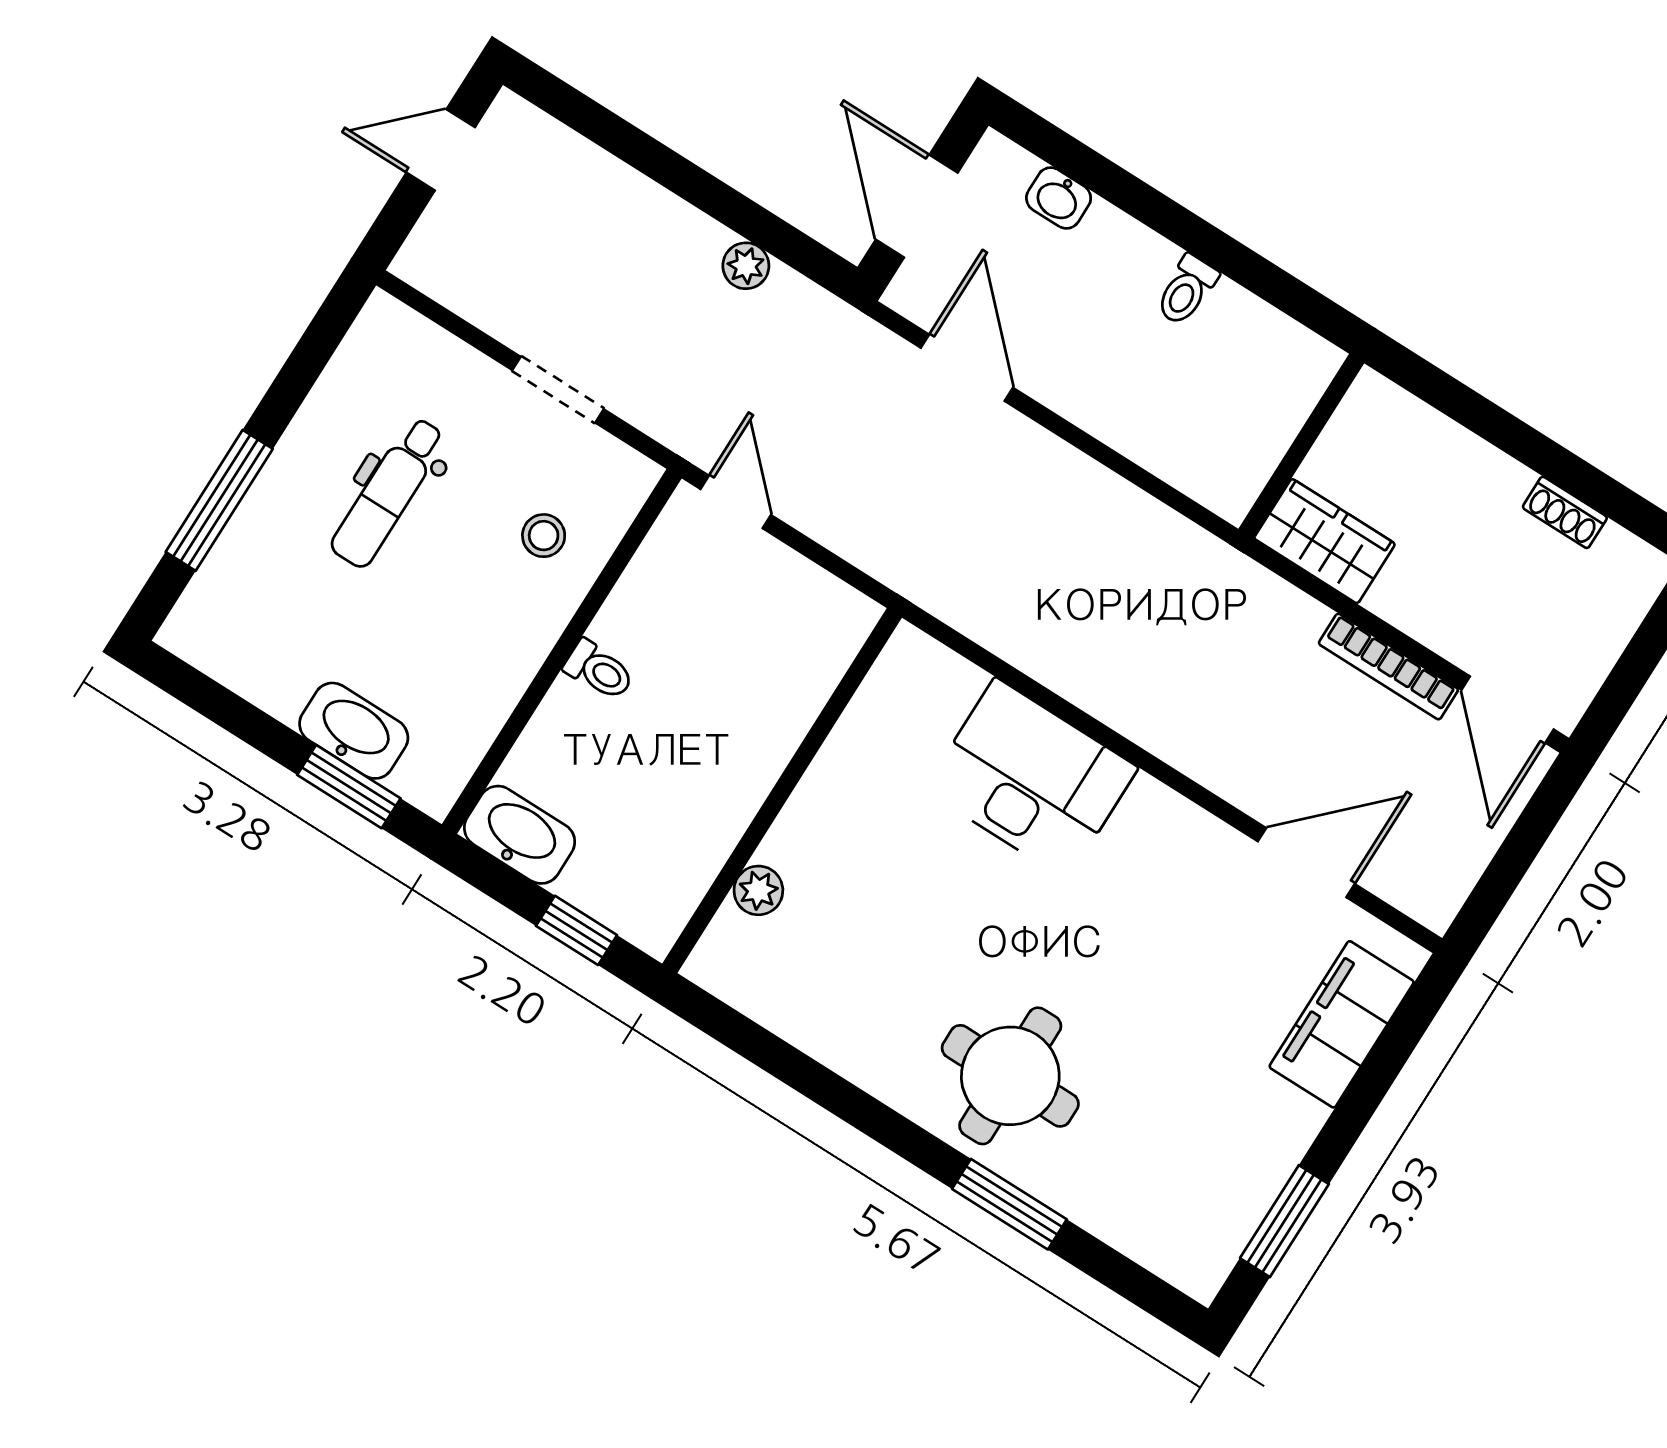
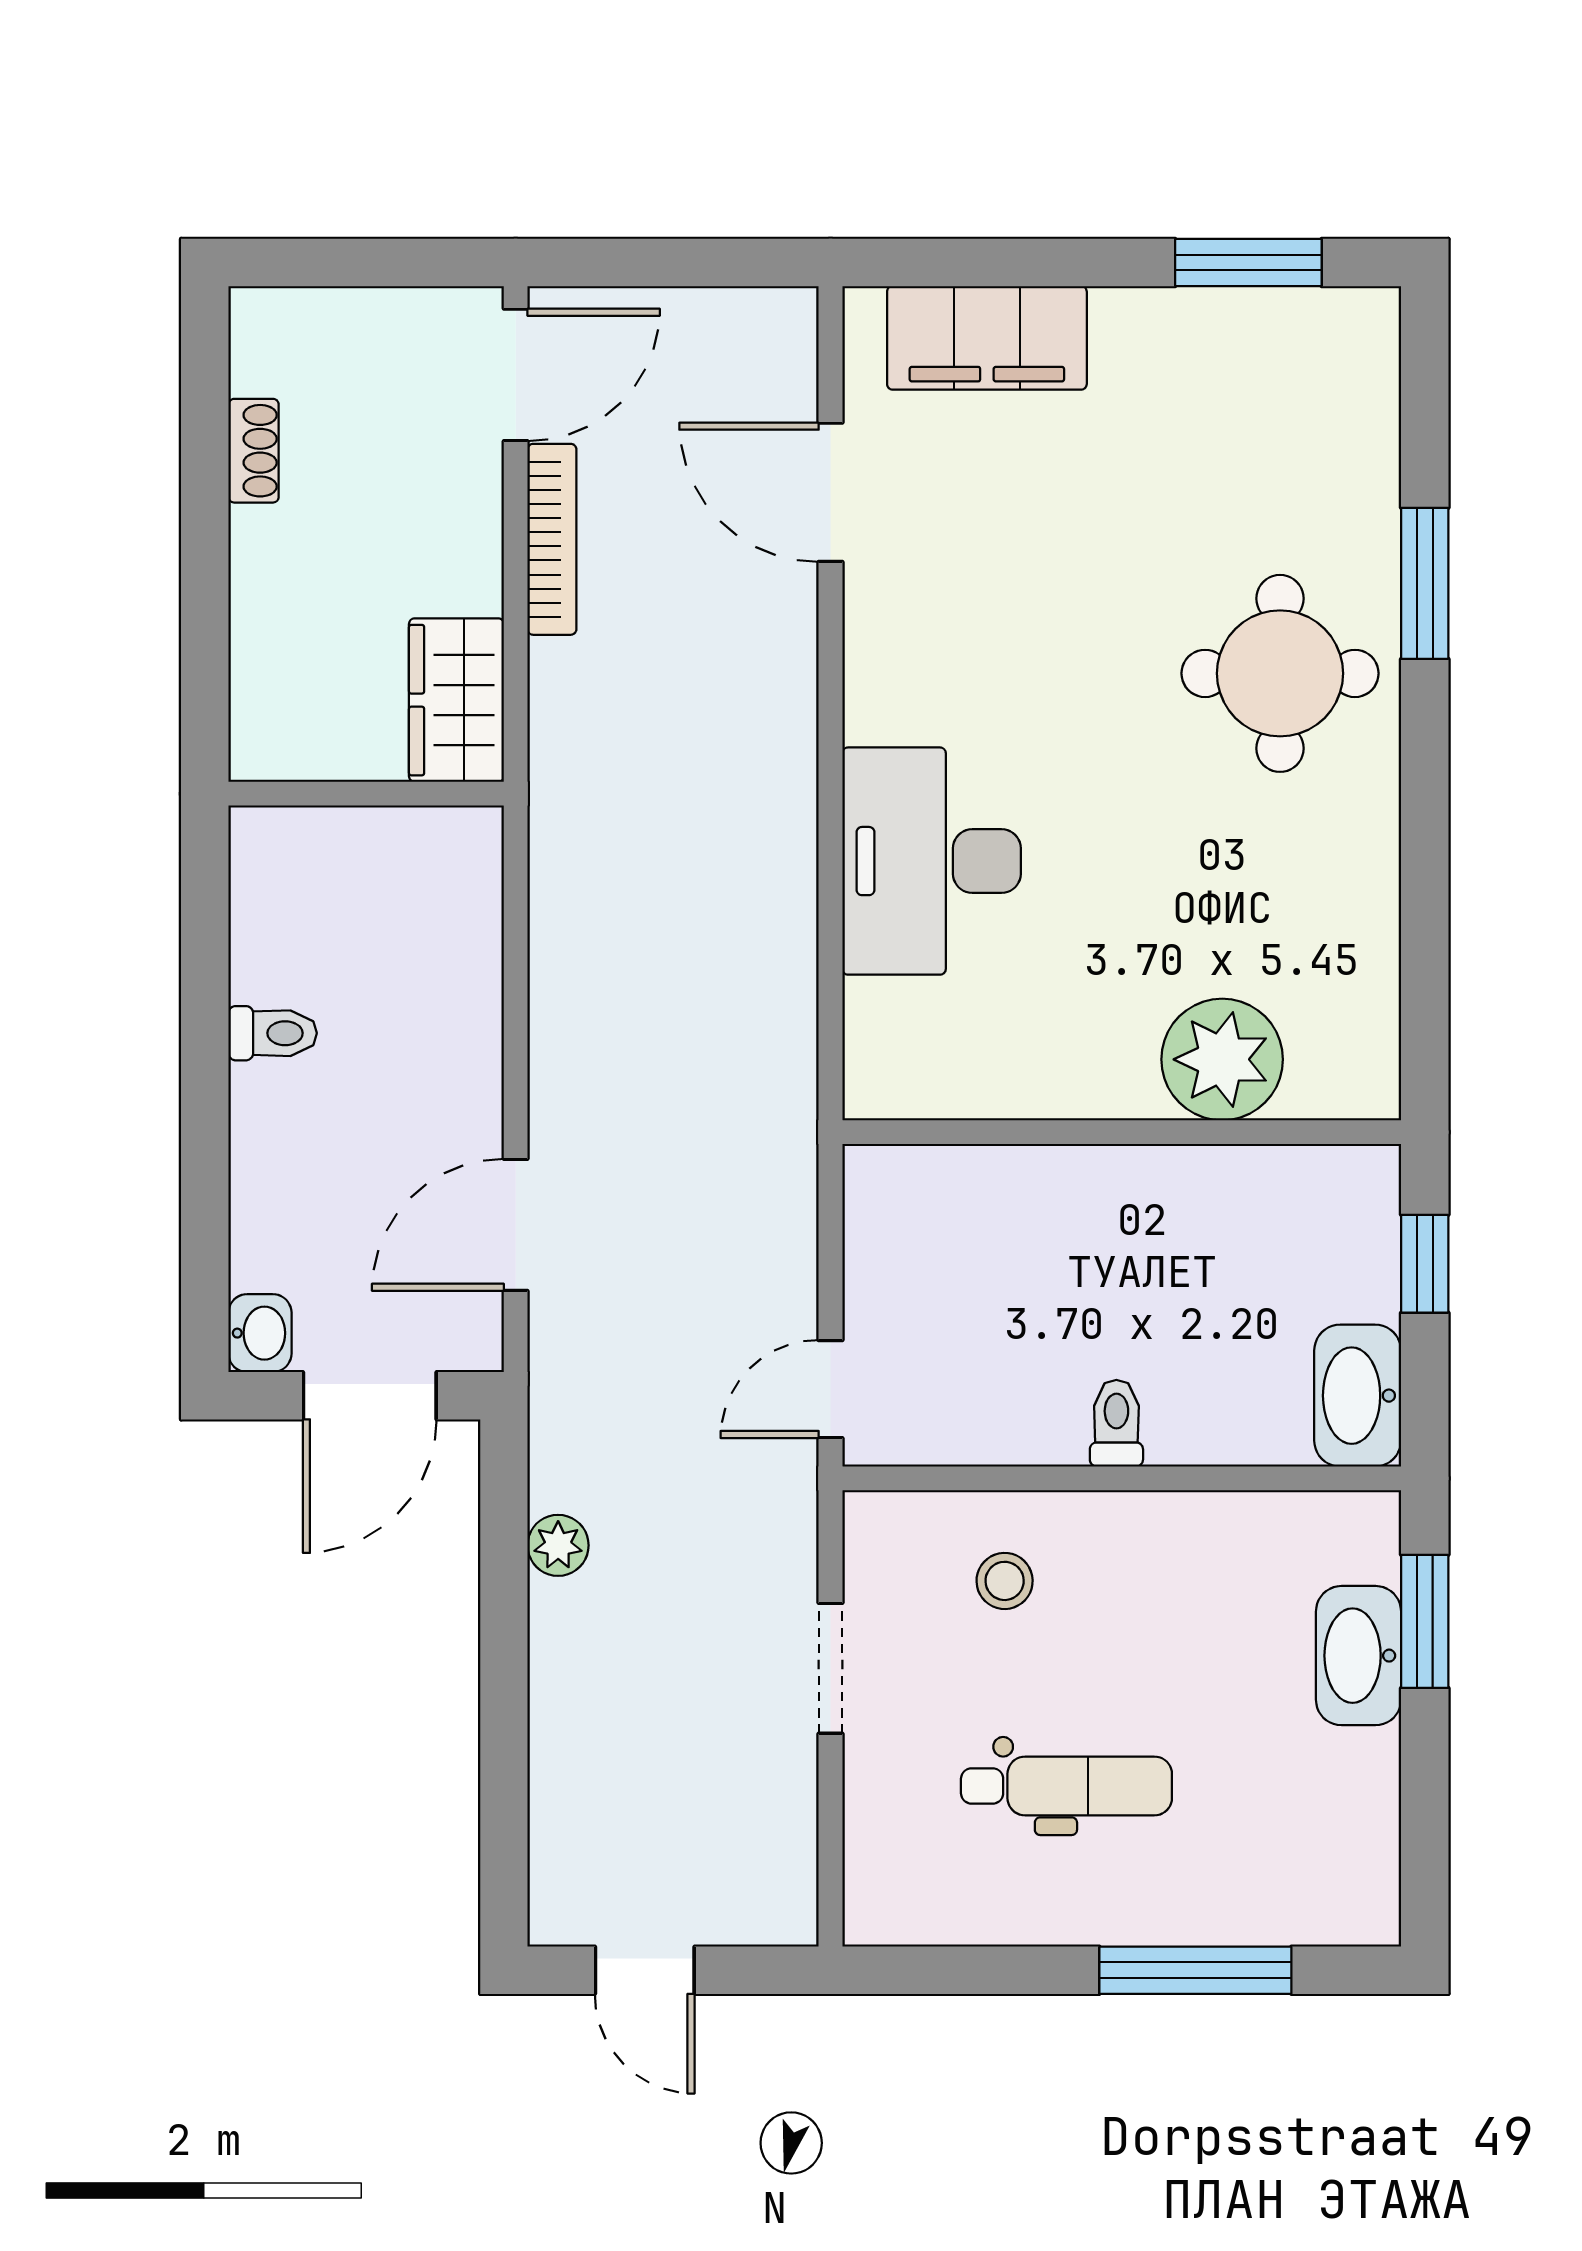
washbasin: (1059, 198) -> (260, 1333), moved
plant: (758, 890) -> (1222, 1059), width x1.88, depth x1.88

